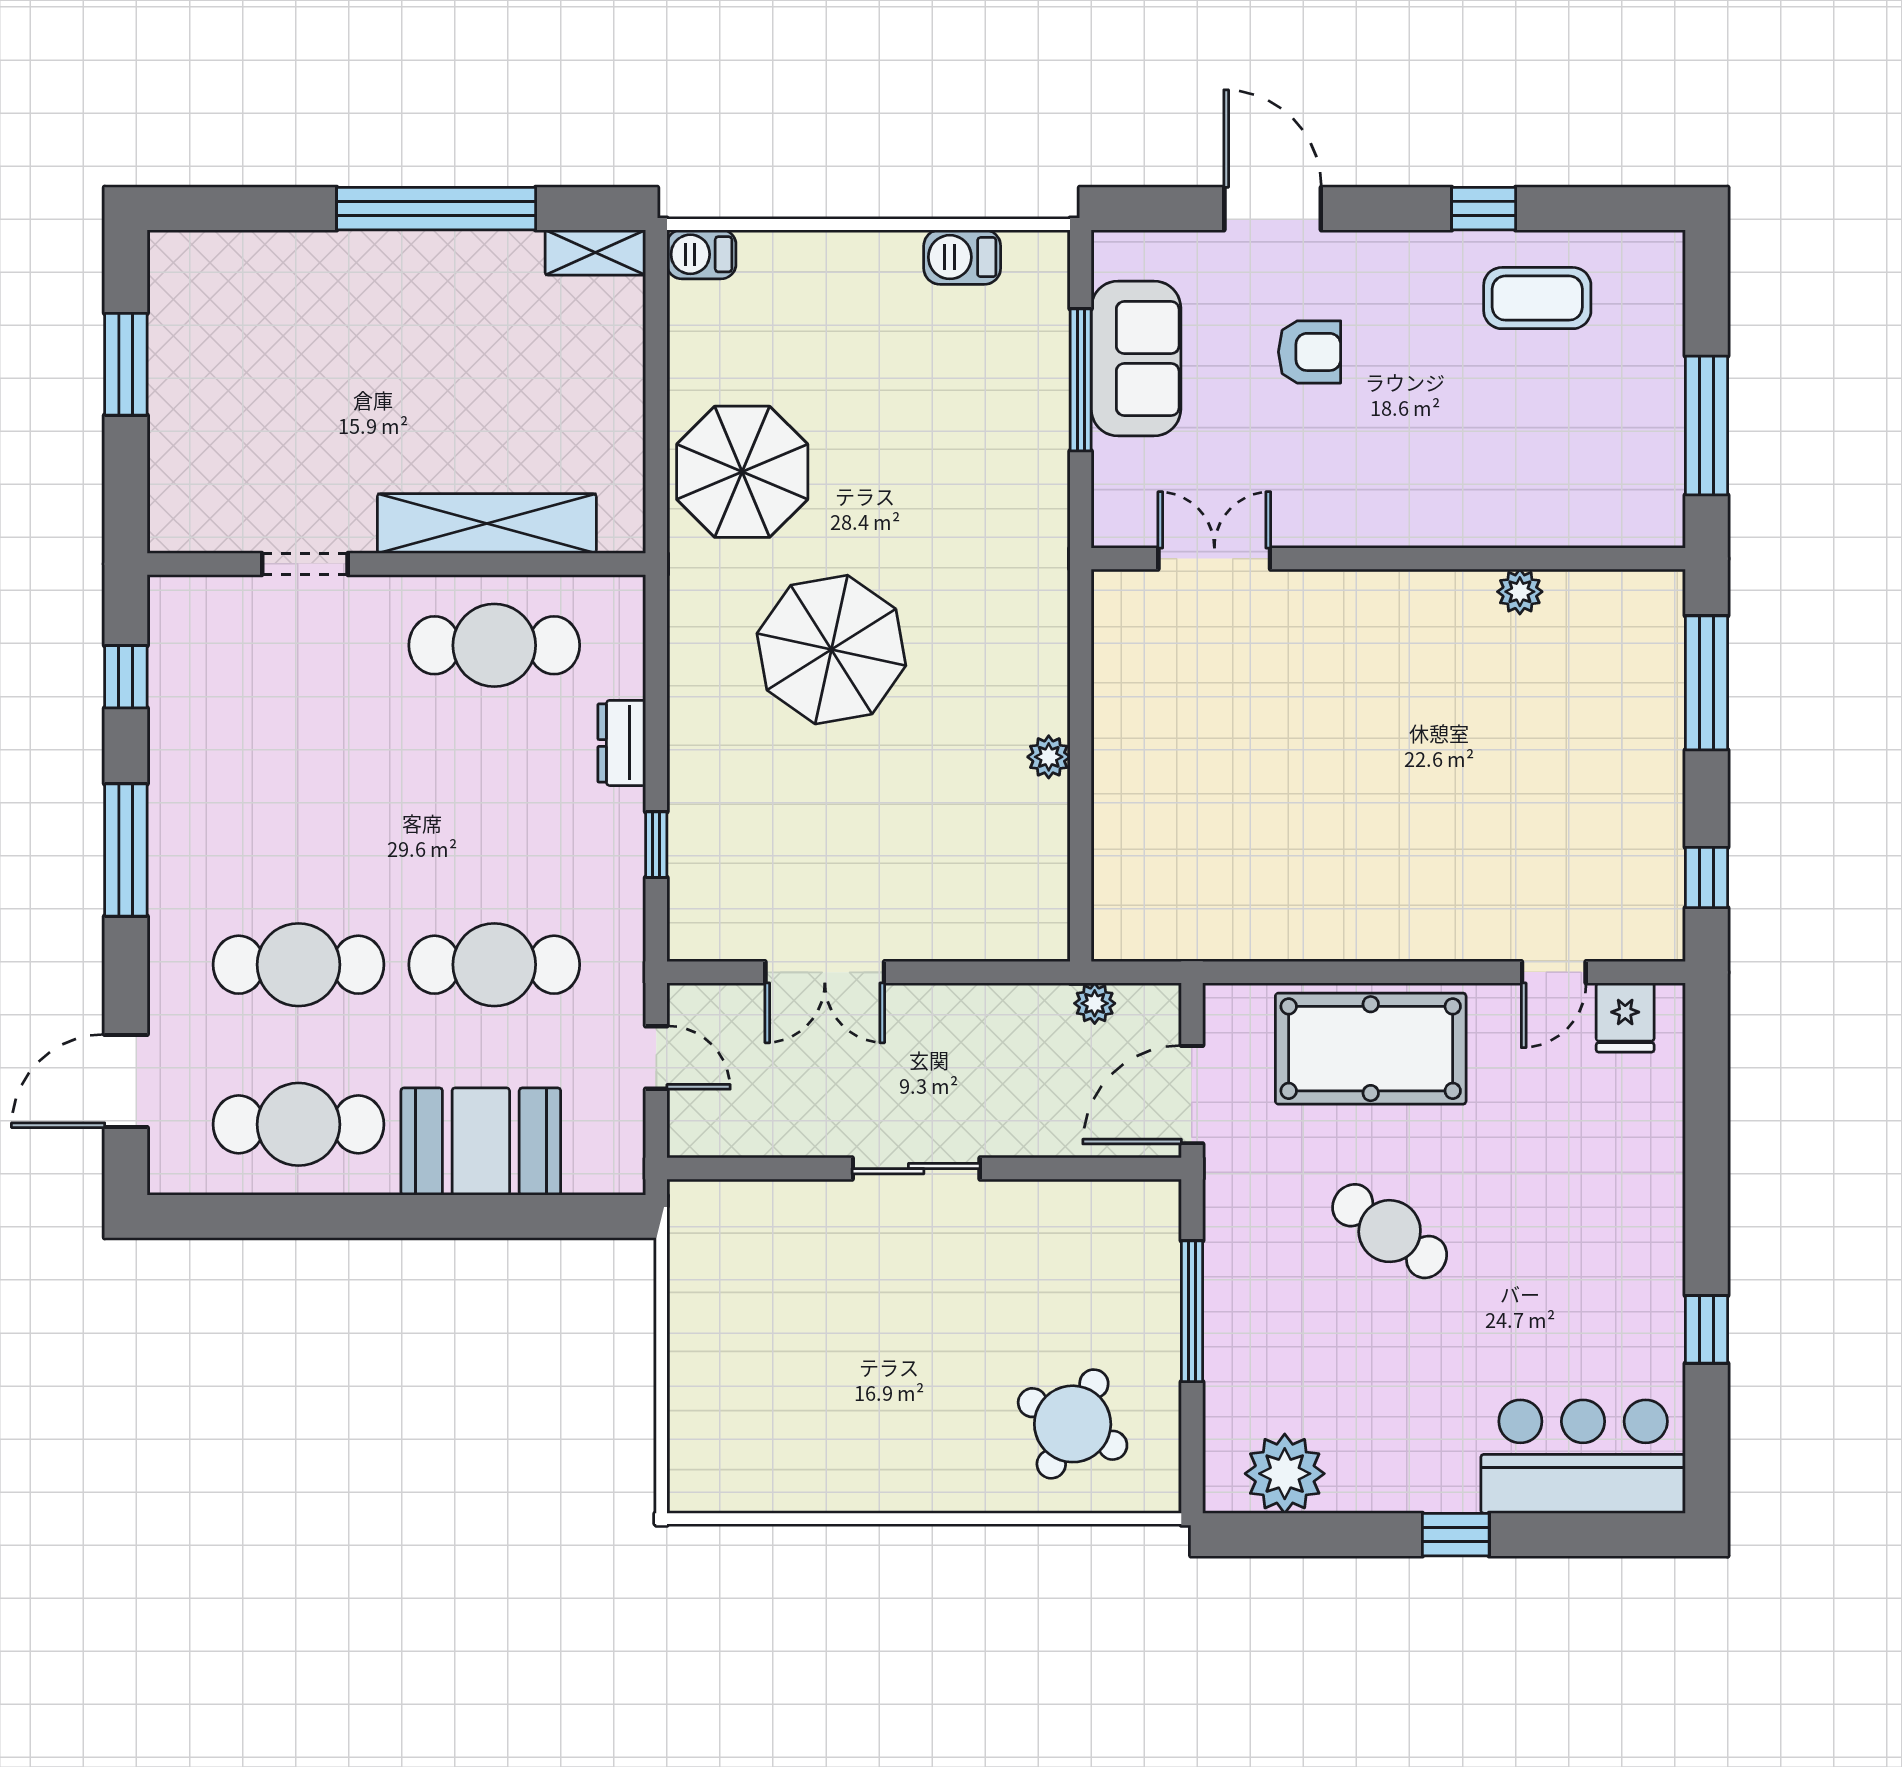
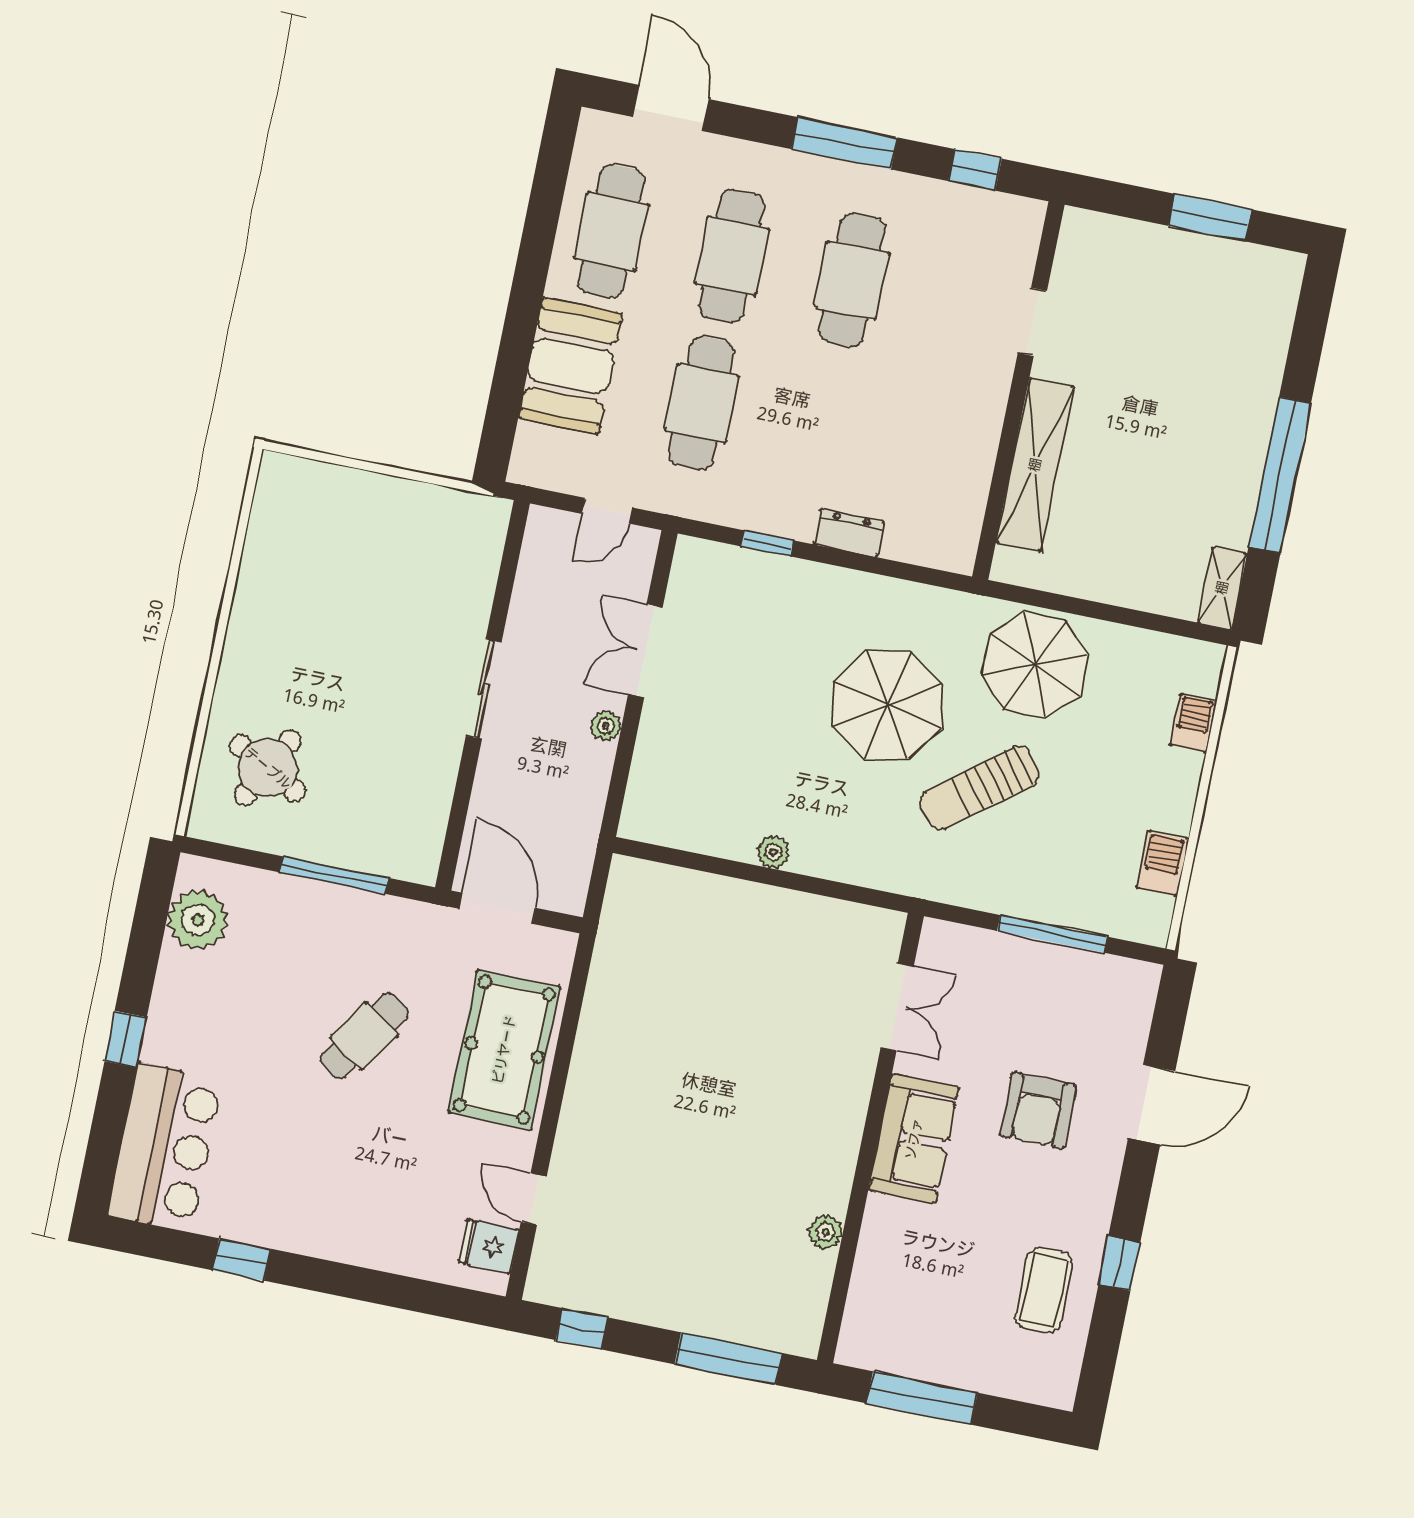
barbecue: (701, 254) -> (1193, 723), moved
armchair: (1310, 352) -> (1038, 1110), width x1.38, depth x1.38
sofa: (1136, 359) -> (914, 1139), moved, turned -90
sun lounger: (913, 510) -> (980, 788), added
cafe table: (494, 645) -> (852, 280), moved
plant: (1095, 1003) -> (606, 726), moved

